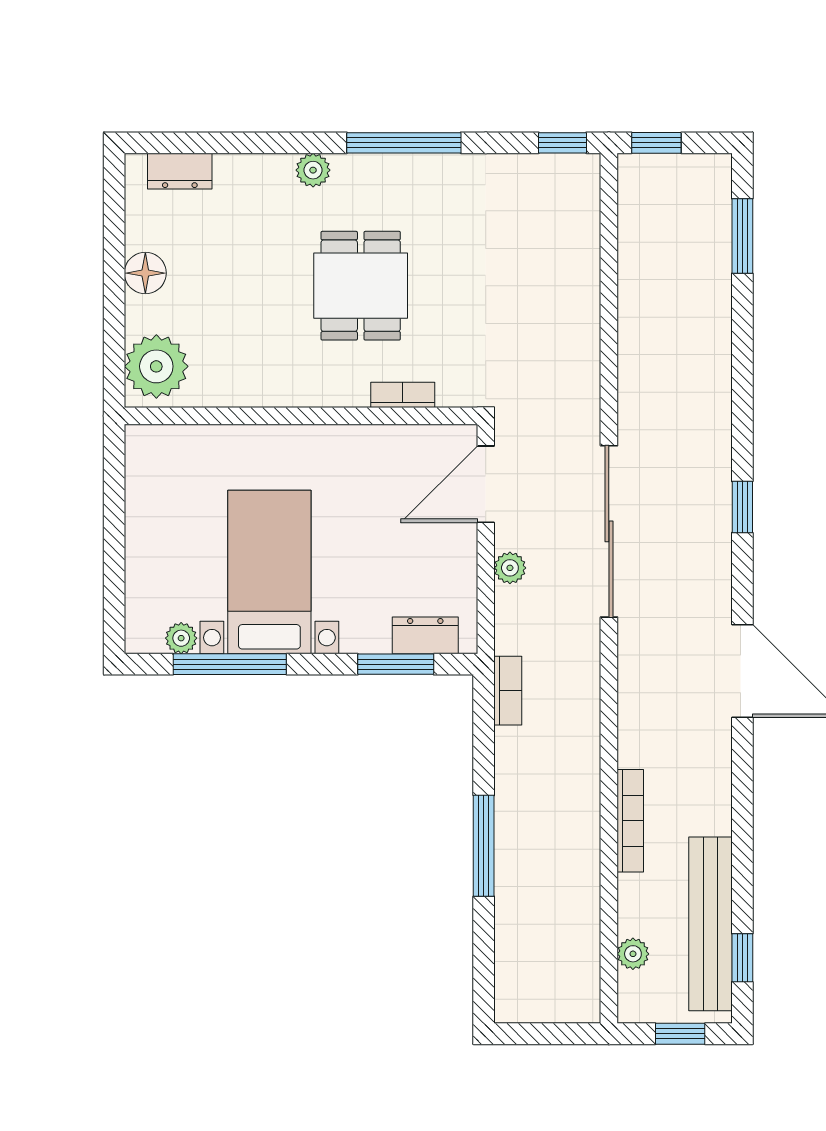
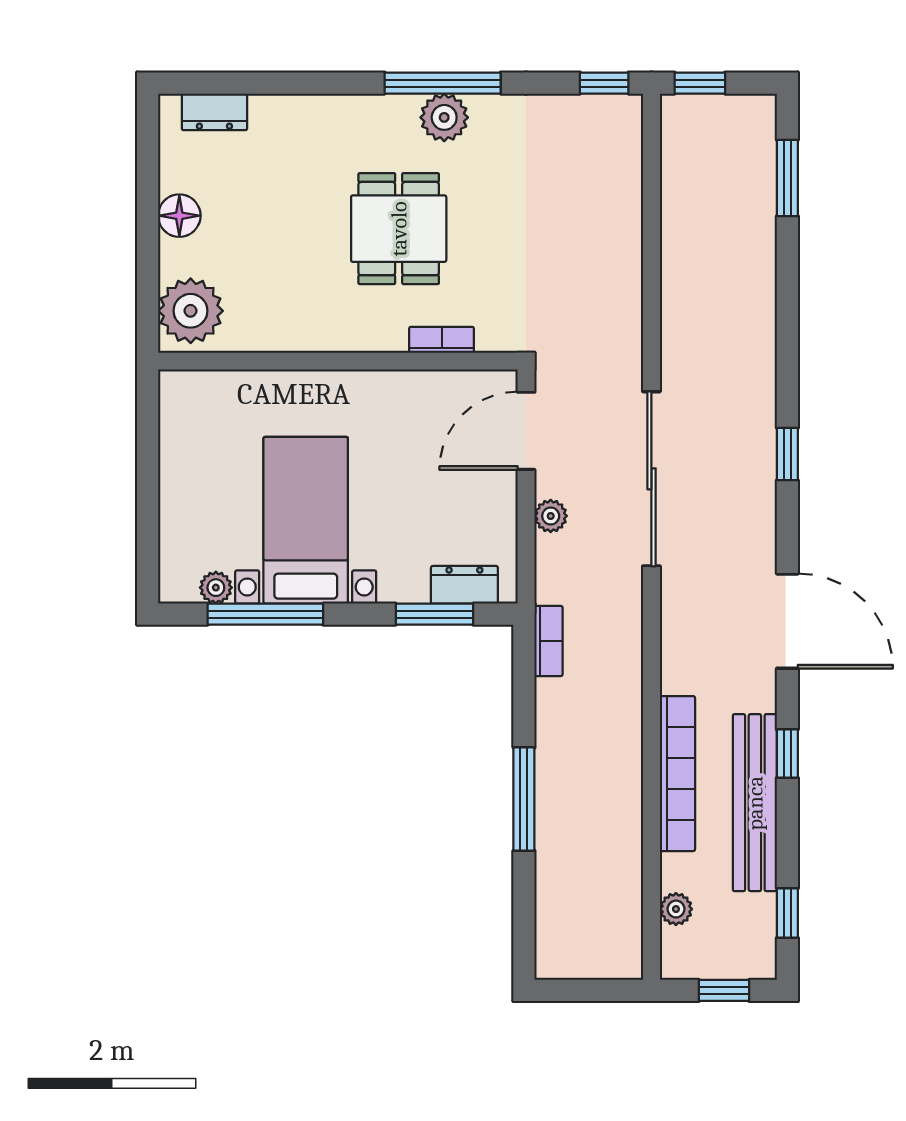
plant: (313, 170) -> (444, 117), moved, width x1.38, depth x1.38
window: (742, 801) -> (787, 754), added
bookcase: (630, 821) -> (677, 774), width x1.48, depth x1.31
bench: (710, 924) -> (755, 803), moved

